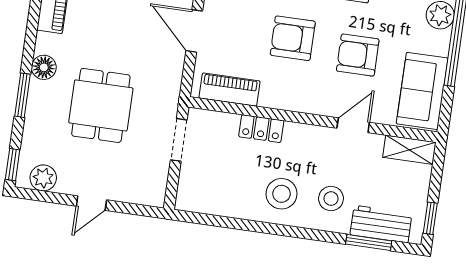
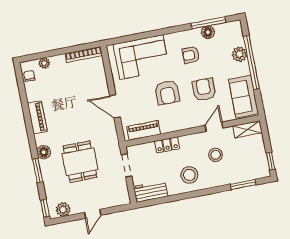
armchair: (293, 38) -> (167, 93), turned -90
armchair: (358, 55) -> (204, 90), turned 90
stool: (331, 199) -> (216, 155), moved
workbench: (381, 224) -> (151, 191), moved

